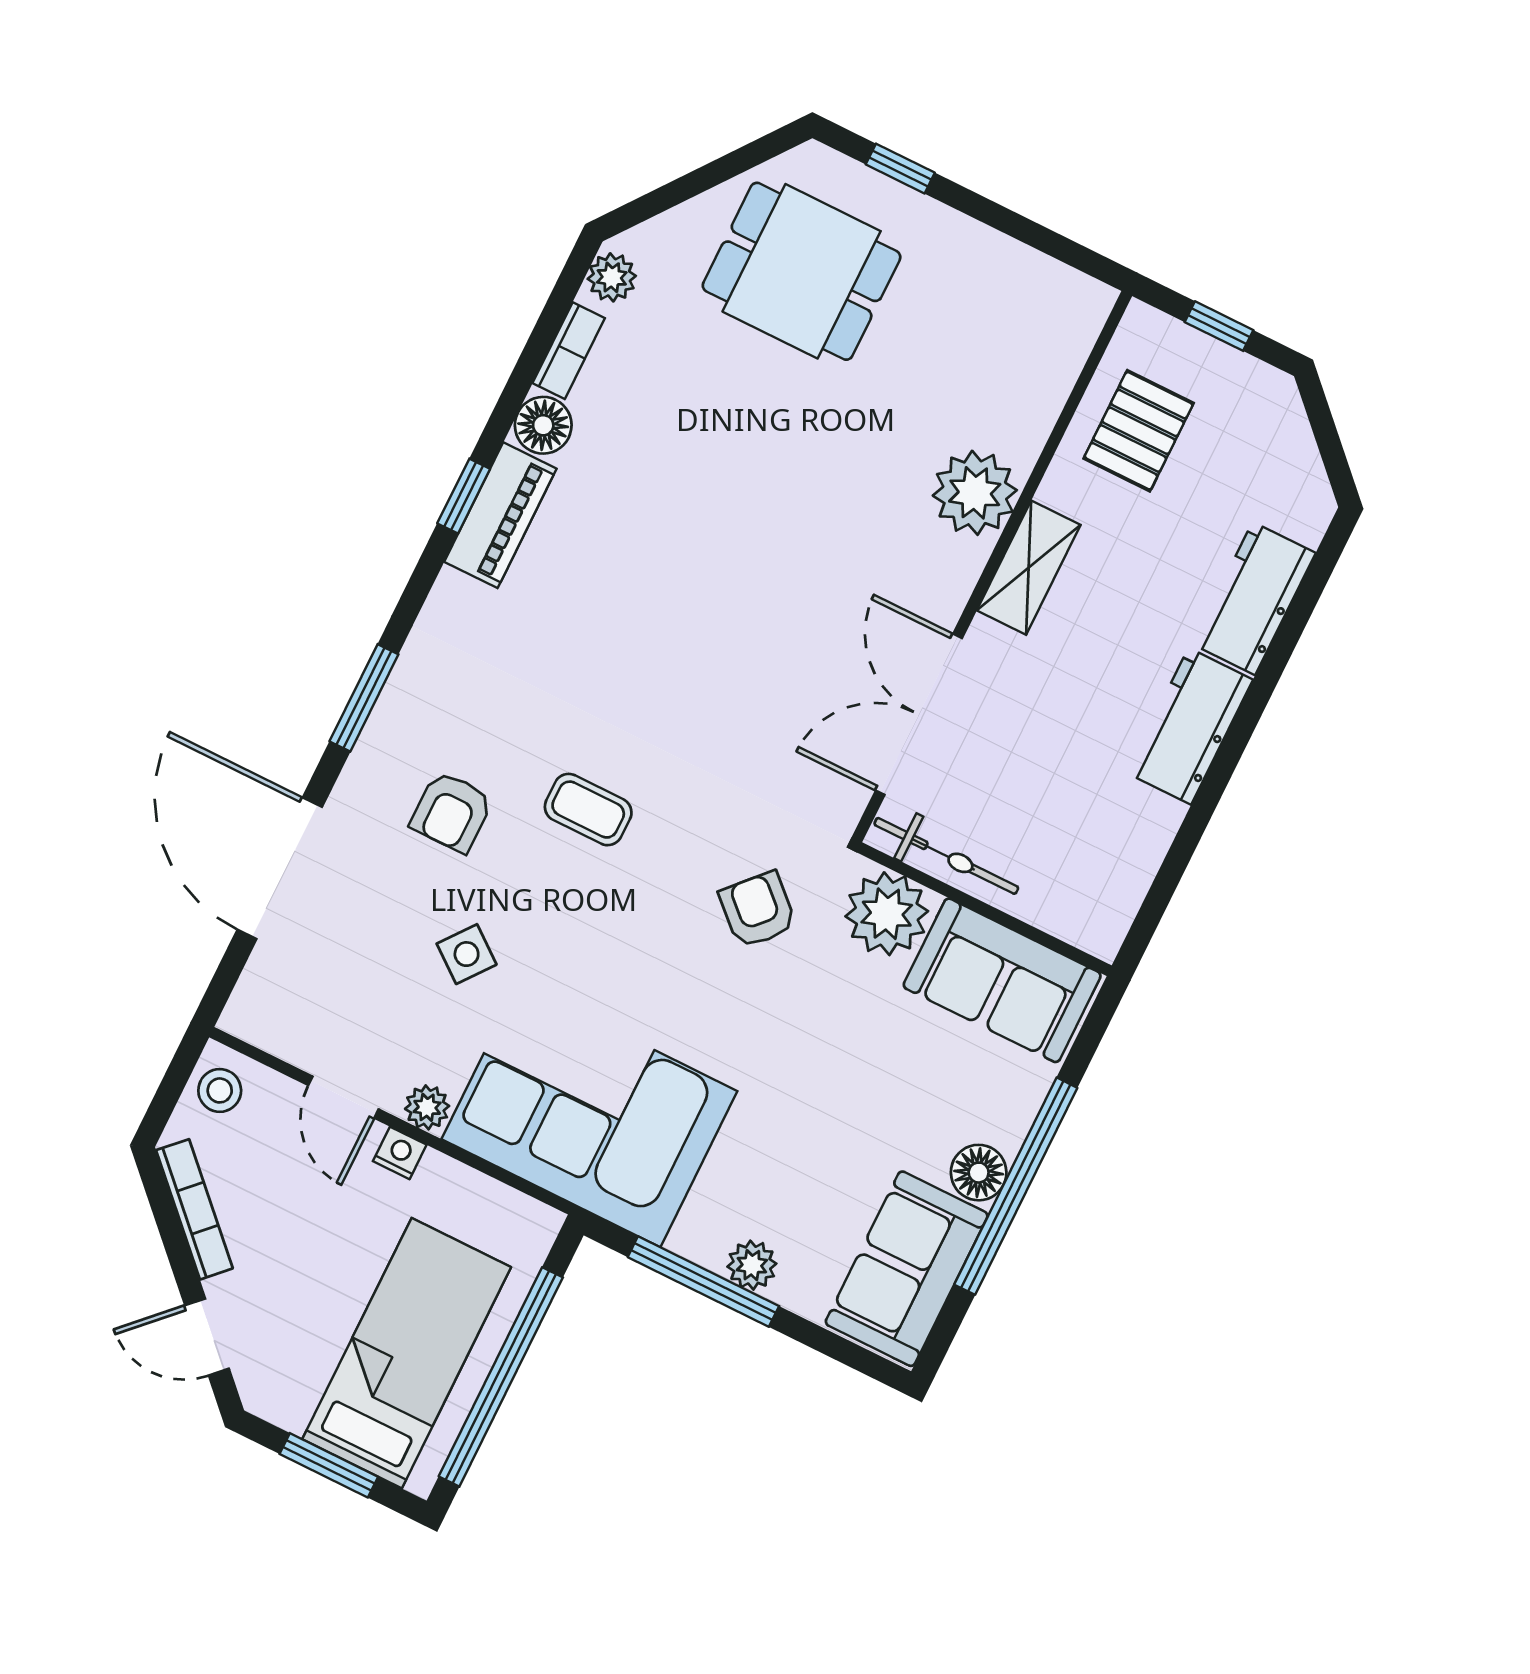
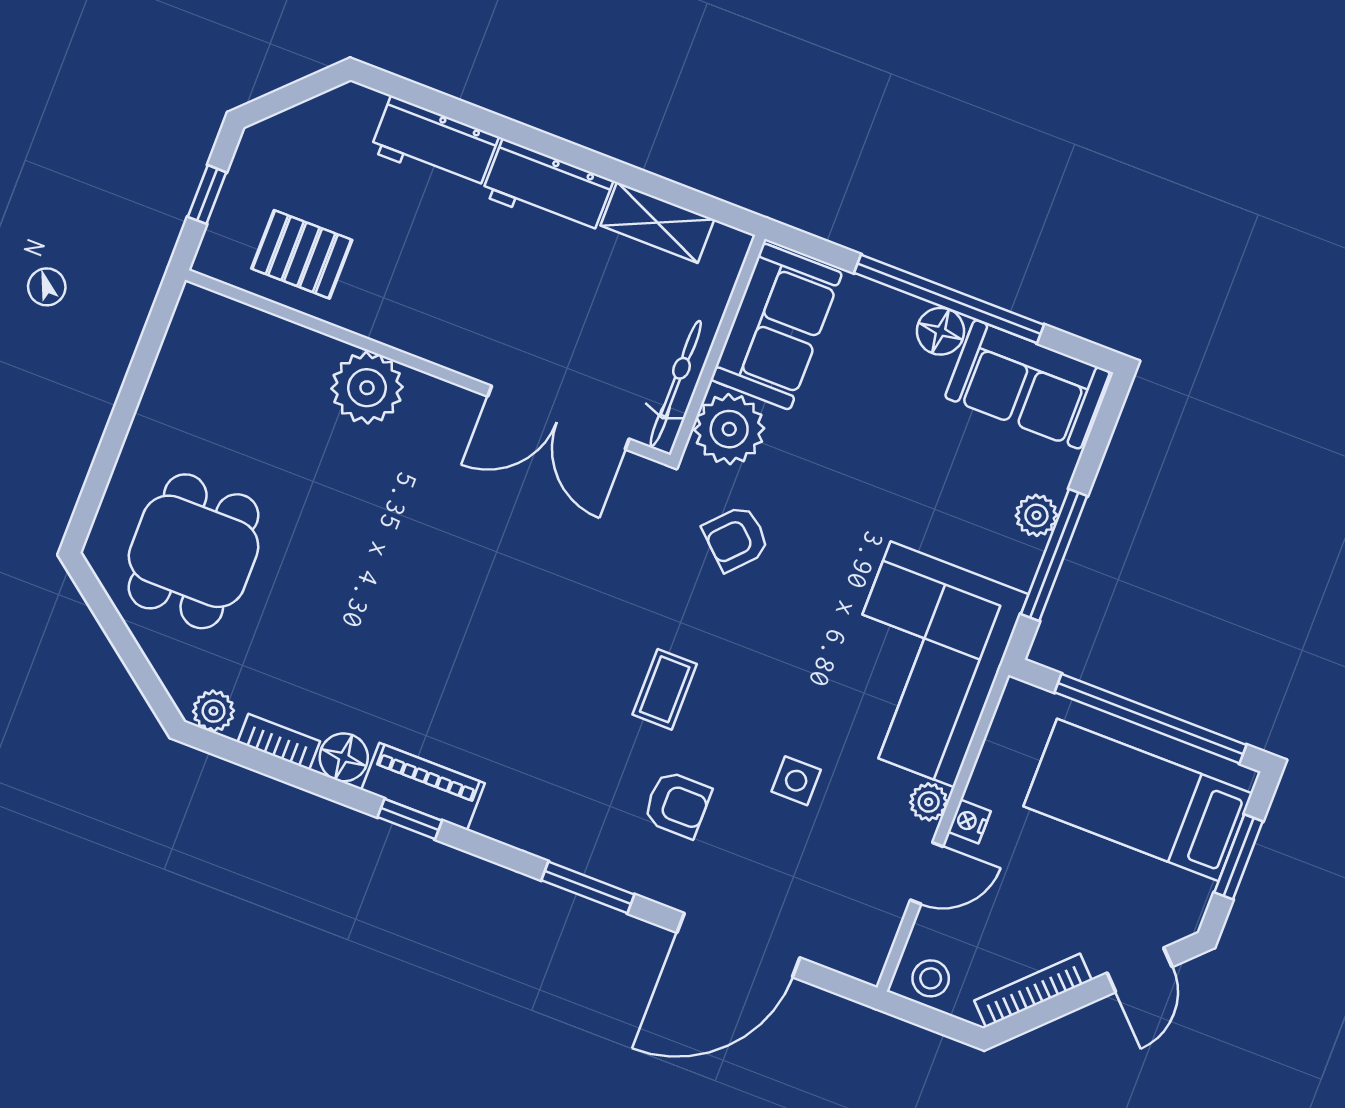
window: (900, 169) -> (99, 476), removed
shelving: (1029, 568) -> (657, 223), moved
side table: (467, 954) -> (796, 781), turned -38

